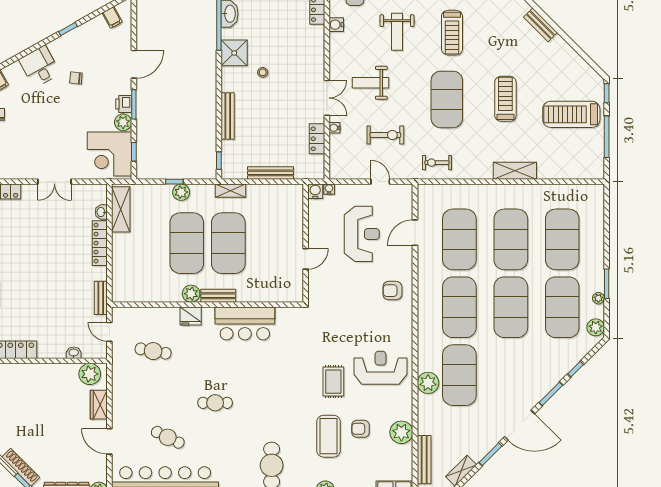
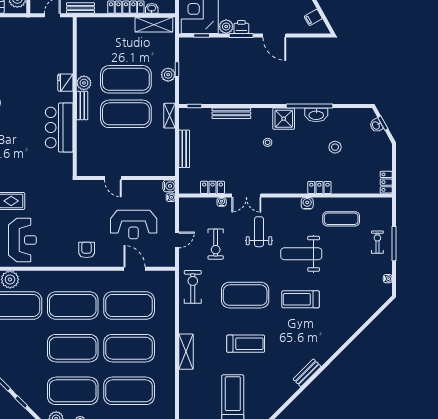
weight bench: (397, 32) -> (301, 254), width x1.36, depth x1.33
exercise bike: (437, 163) -> (193, 287), width x1.38, depth x1.39
cafe table: (153, 351) -> (36, 51), removed

